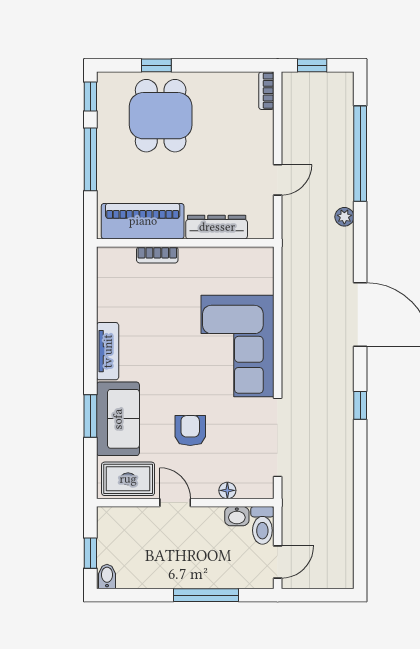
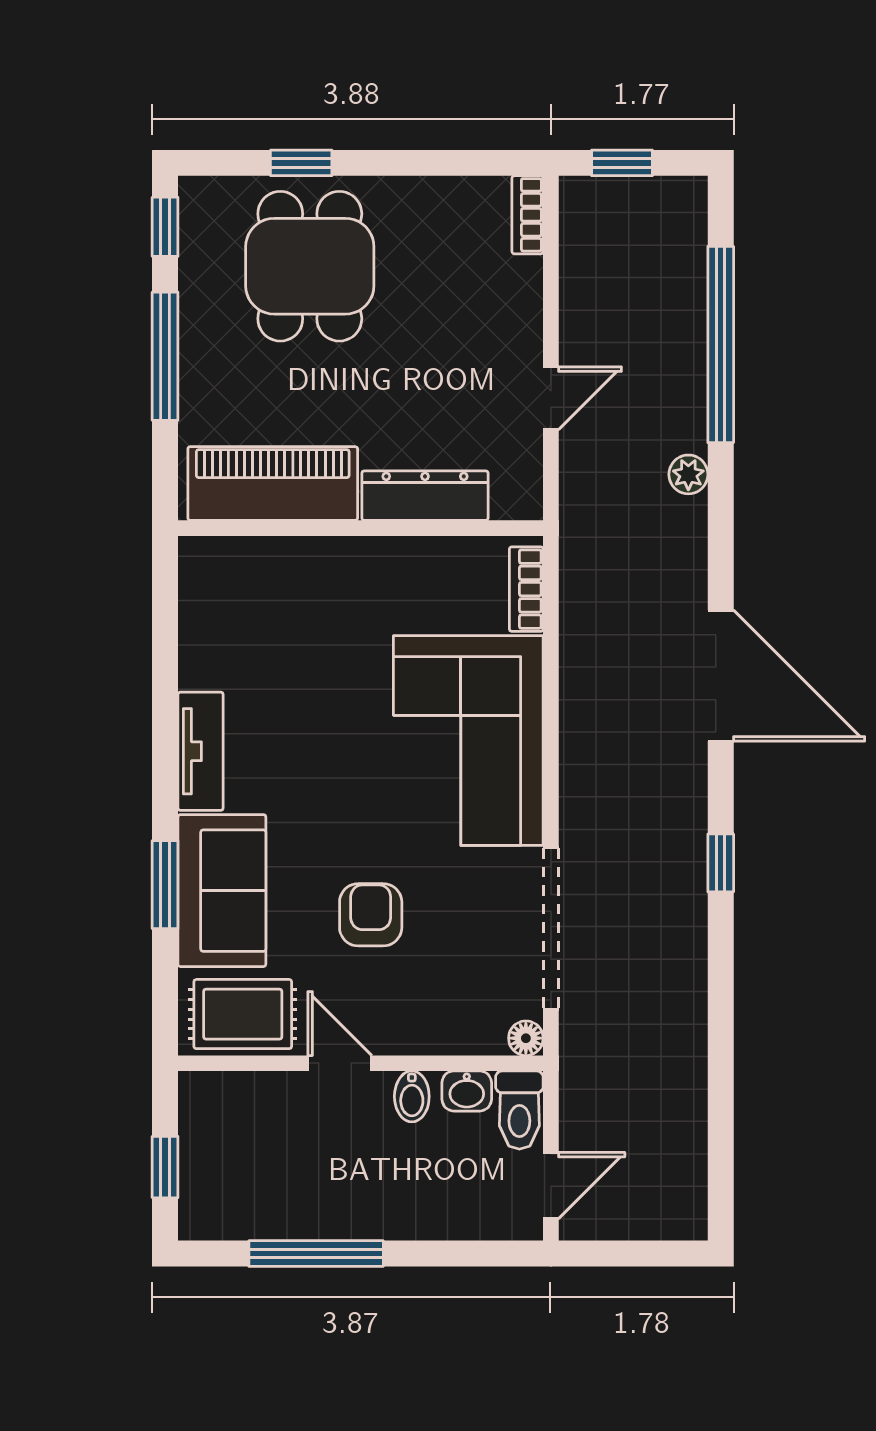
bookcase: (157, 255) -> (526, 589), moved, turned 90
floor lamp: (227, 490) -> (526, 1038), moved
bidet: (107, 576) -> (412, 1096), moved, turned 180
window: (206, 595) -> (316, 1254), moved

